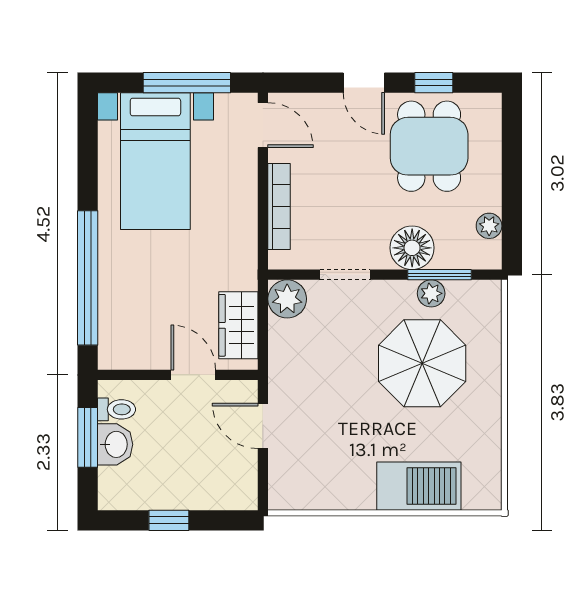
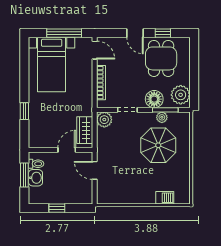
plant: (489, 226) -> (181, 95), width x1.88, depth x1.88
window: (88, 278) -> (24, 111), width x0.32
door: (193, 375) -> (67, 150), hinge flipped
barbecue: (419, 486) -> (165, 198), width x0.53, depth x0.65

